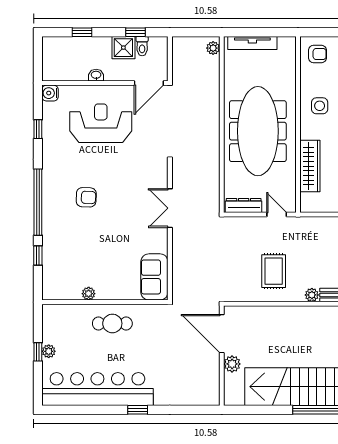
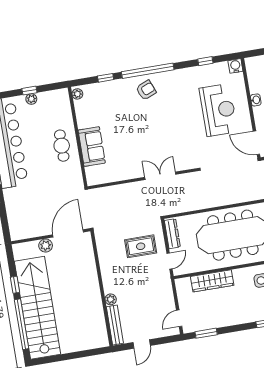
armchair: (86, 197) -> (146, 90), moved, turned -114
rug: (274, 271) -> (141, 246), moved
sofa: (154, 277) -> (92, 147), moved, turned 90
plant: (89, 294) -> (77, 94), moved
window: (274, 410) -> (15, 285), added

